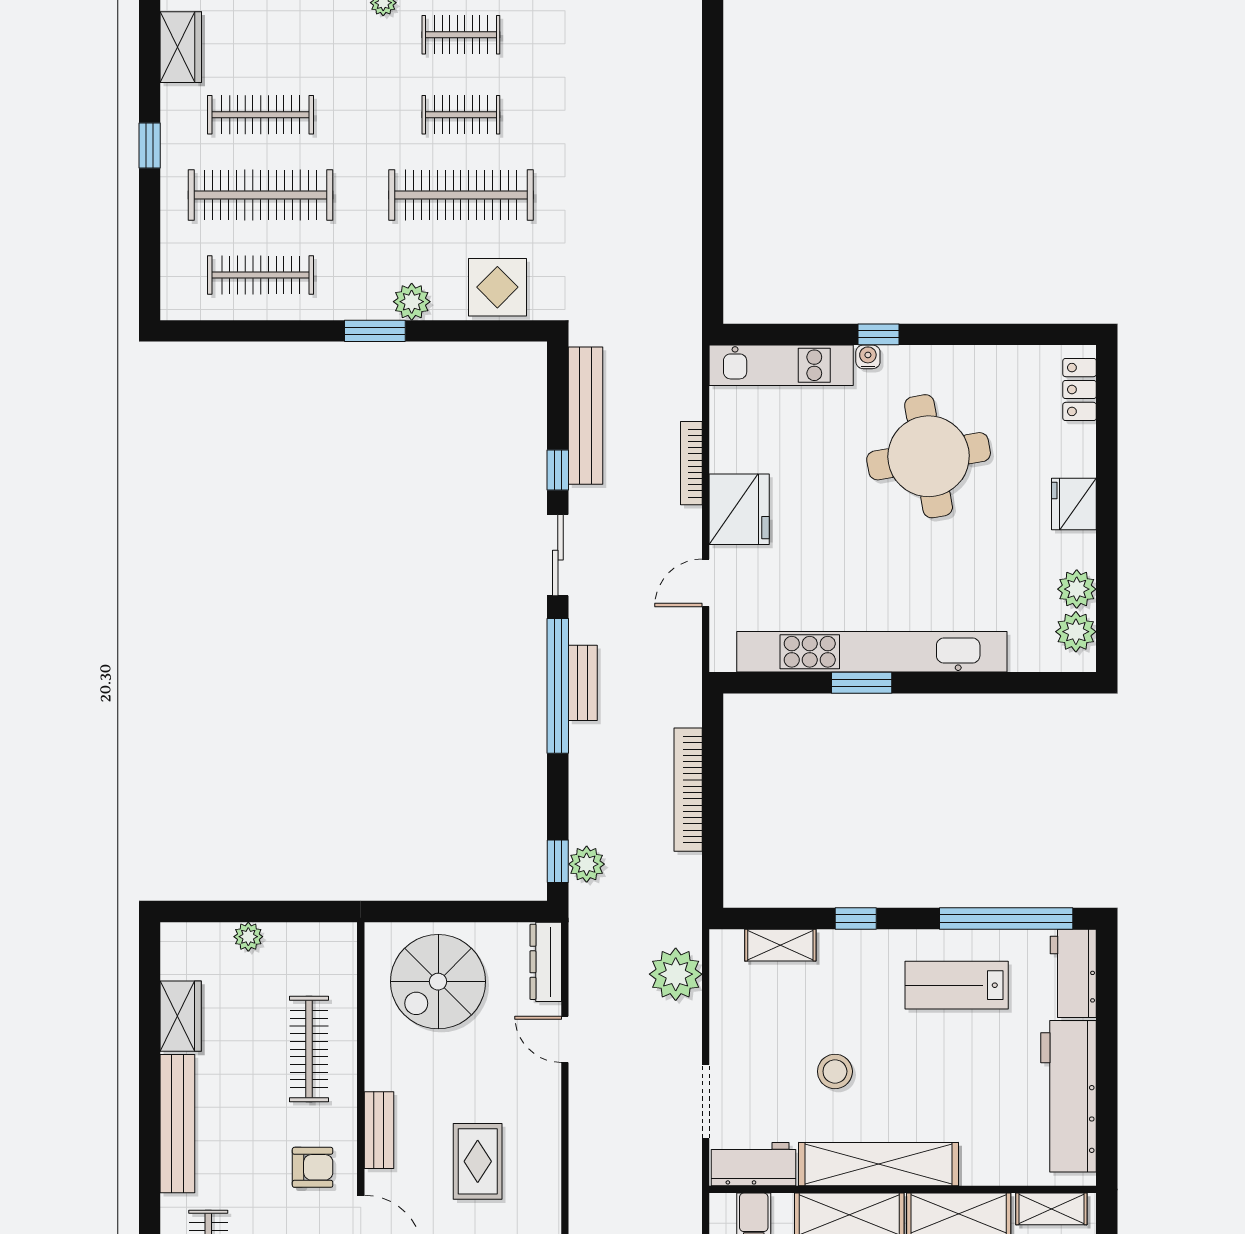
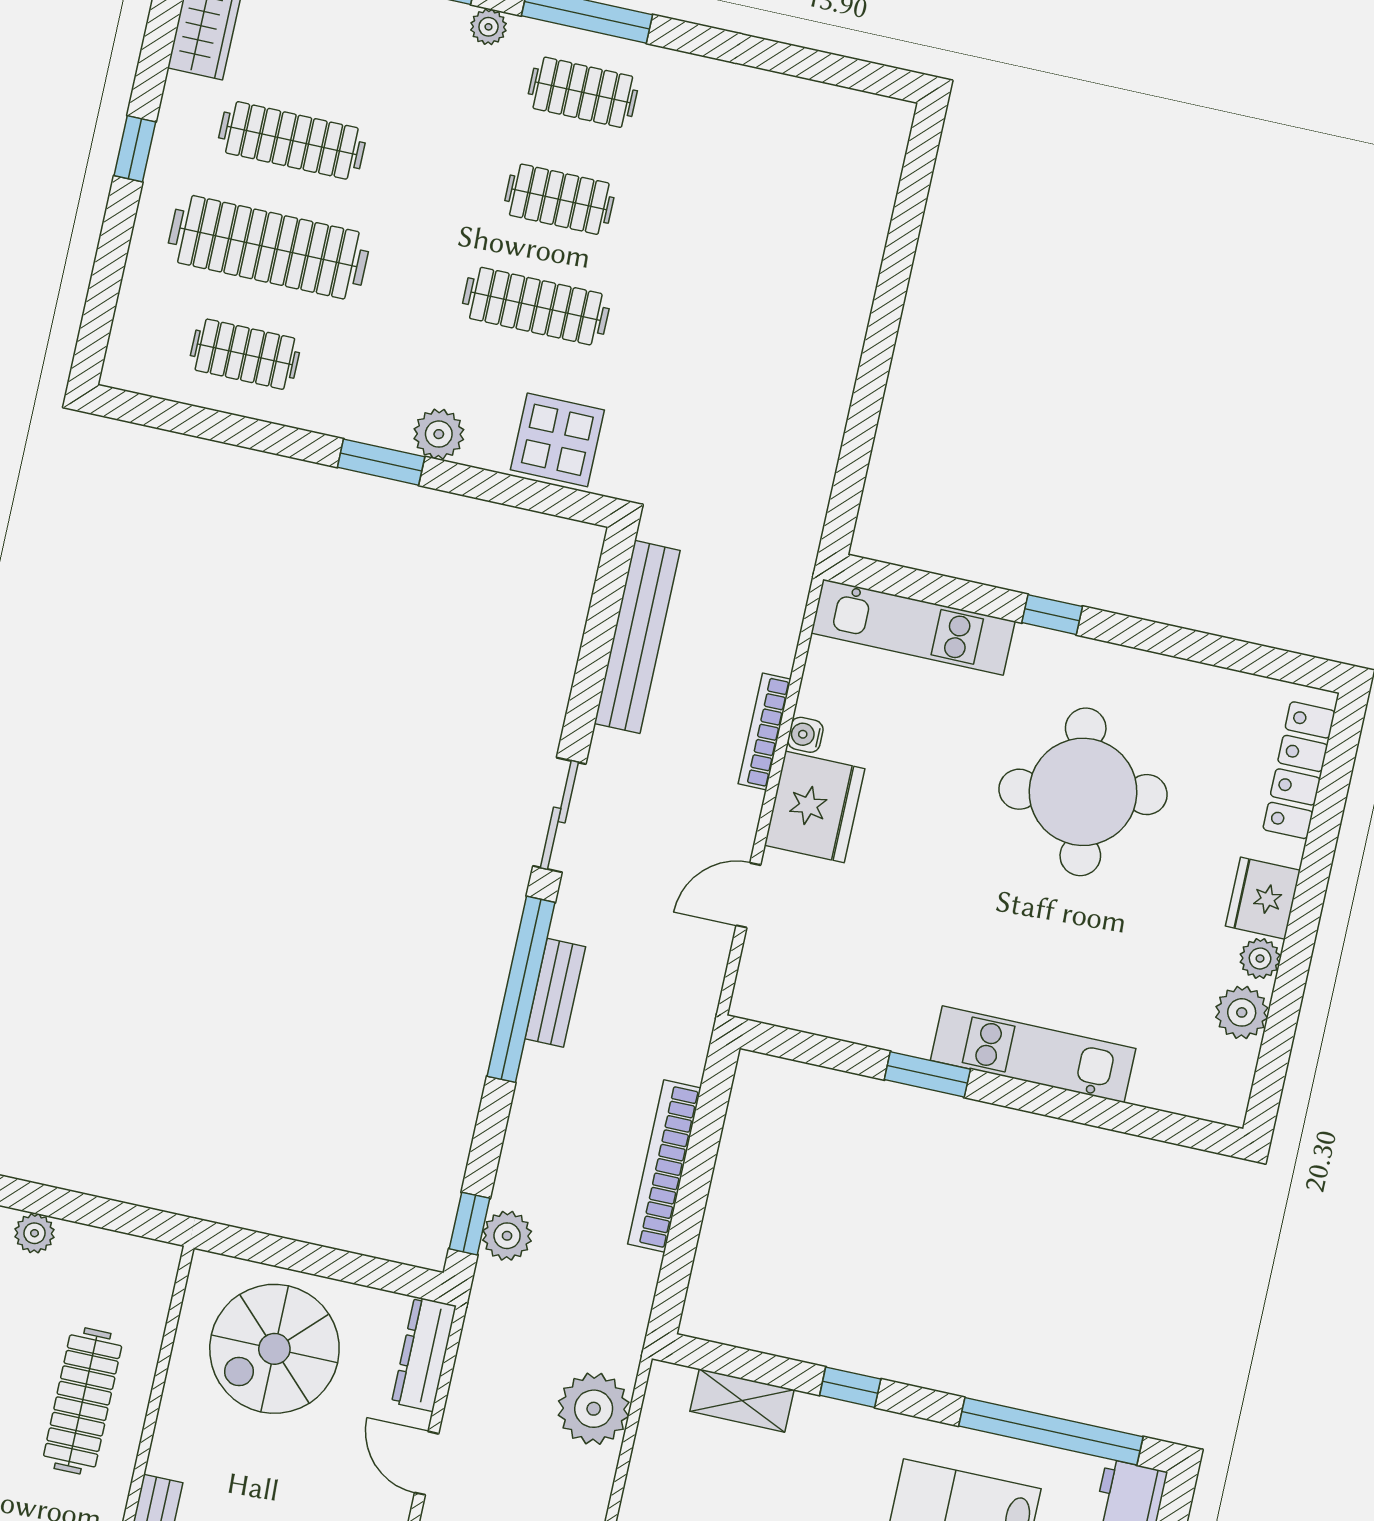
clothes rail: (461, 195) -> (536, 306), width x0.73, depth x0.76
clothes rail: (261, 275) -> (245, 354), width x0.73
water cooler: (868, 357) -> (805, 735), moved, turned -90
locker: (1080, 390) -> (1299, 770), width x1.53
window: (558, 470) -> (584, 701), removed
plant: (1076, 632) -> (1260, 959), moved, width x0.73, depth x0.73
kitchen unit: (872, 652) -> (1033, 1054), width x0.54

